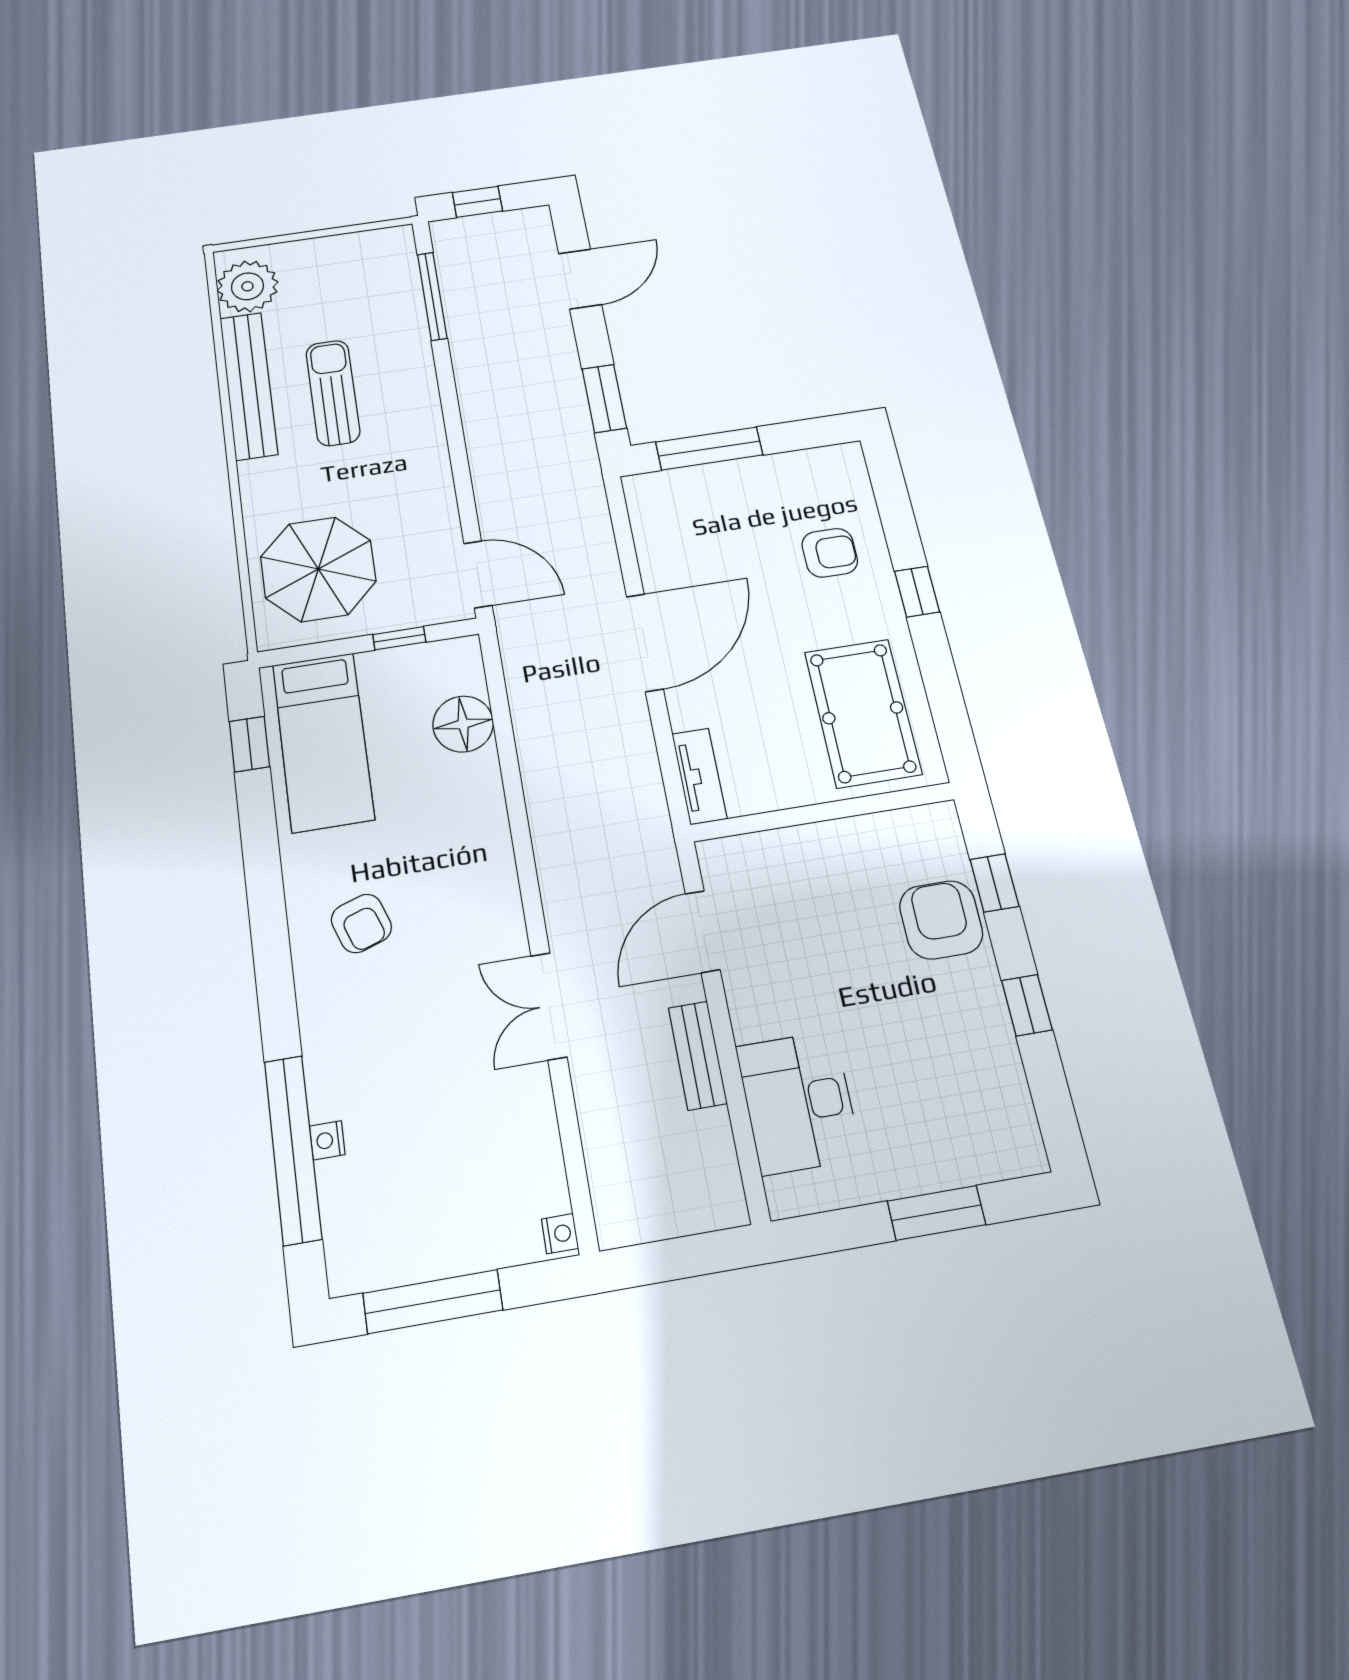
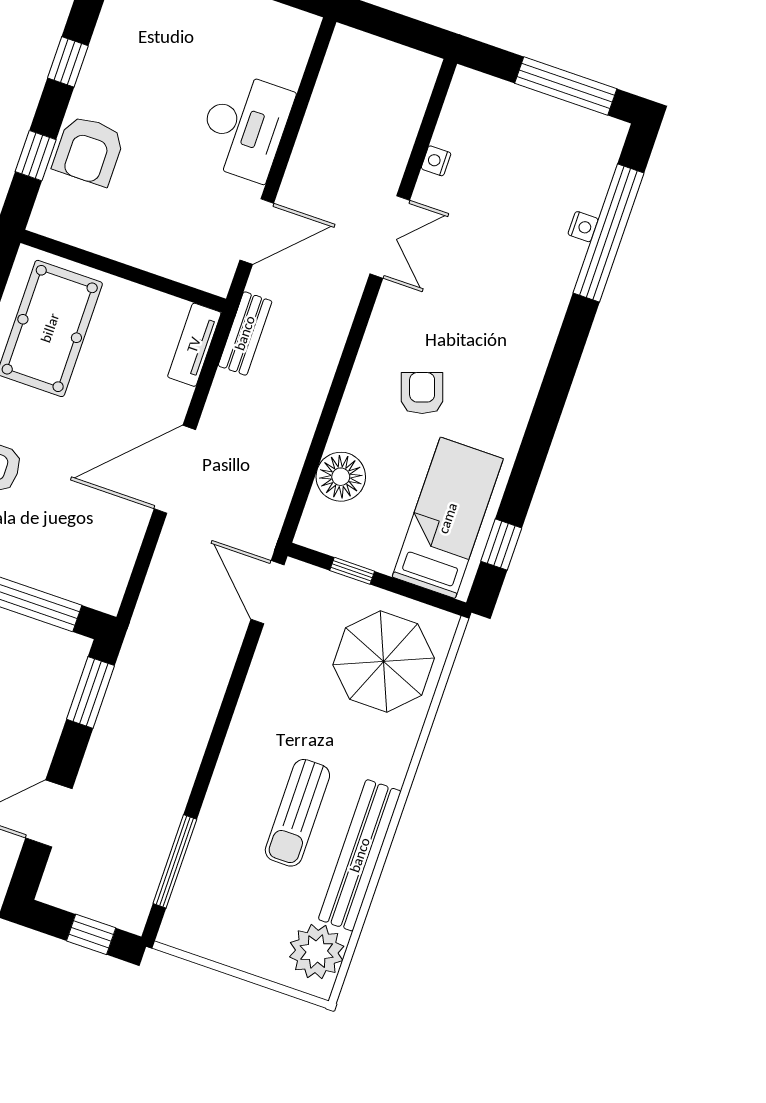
armchair: (361, 923) -> (422, 393), moved
bench: (698, 1055) -> (245, 333), moved
desk: (798, 1102) -> (245, 127), moved
nightstand: (560, 1234) -> (436, 161), moved

